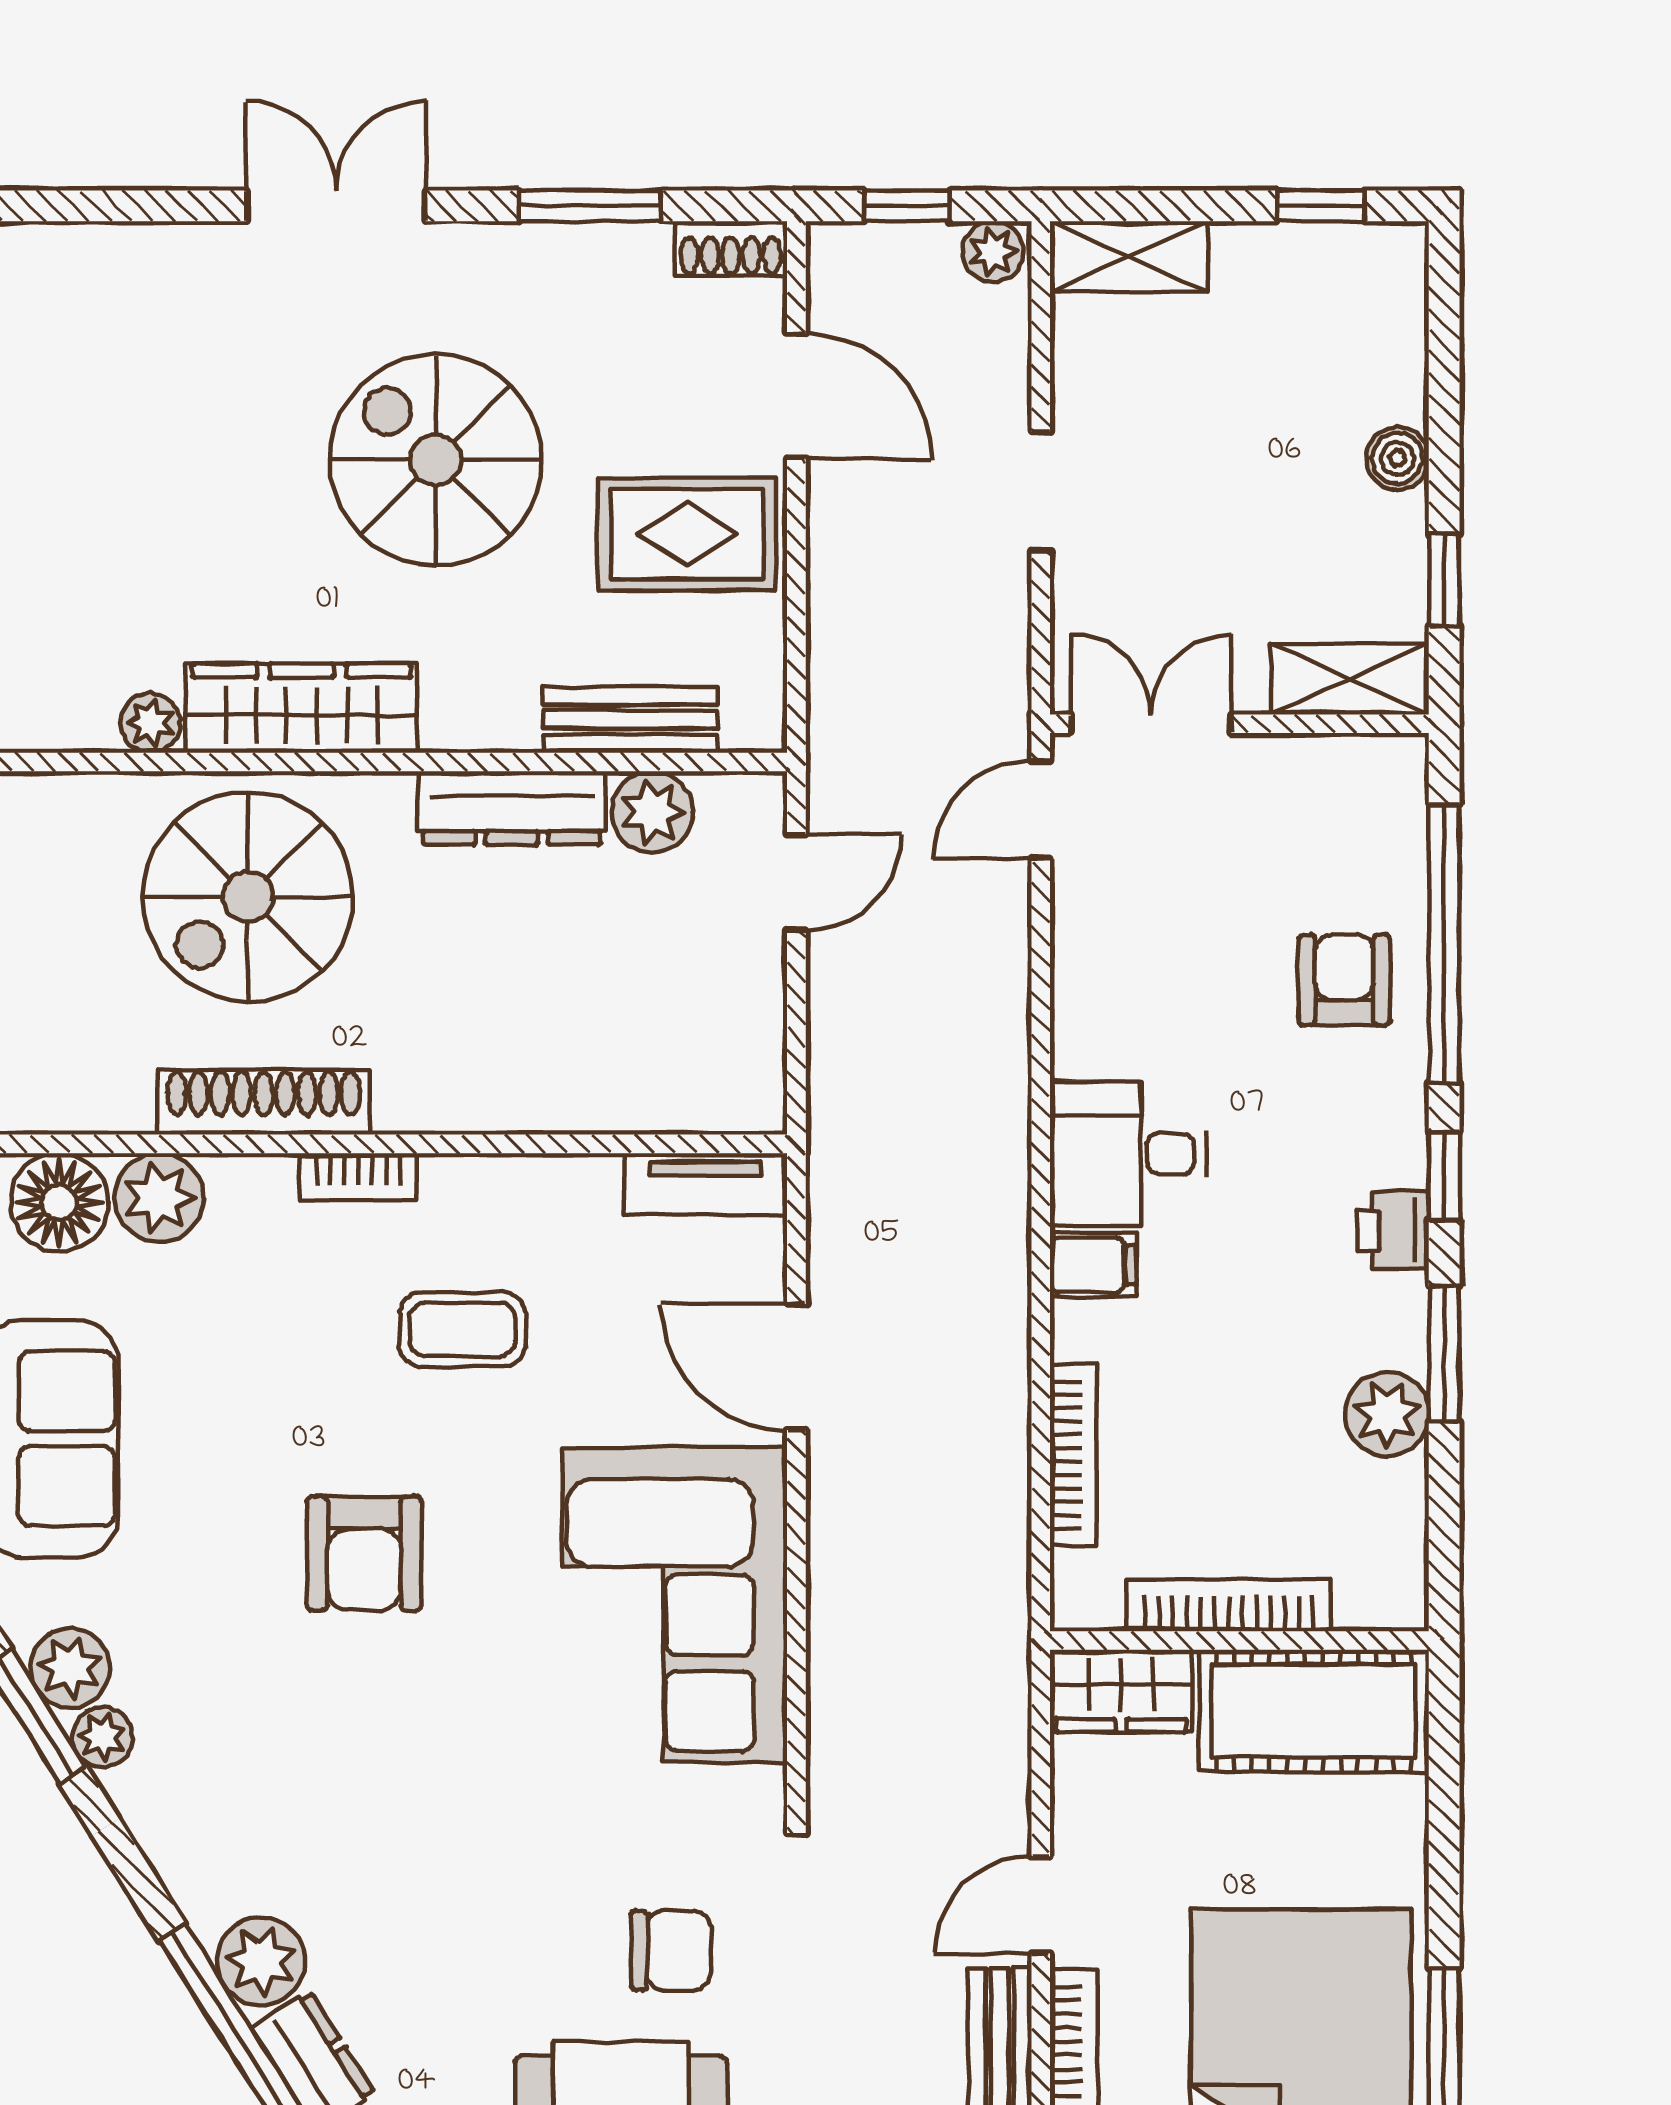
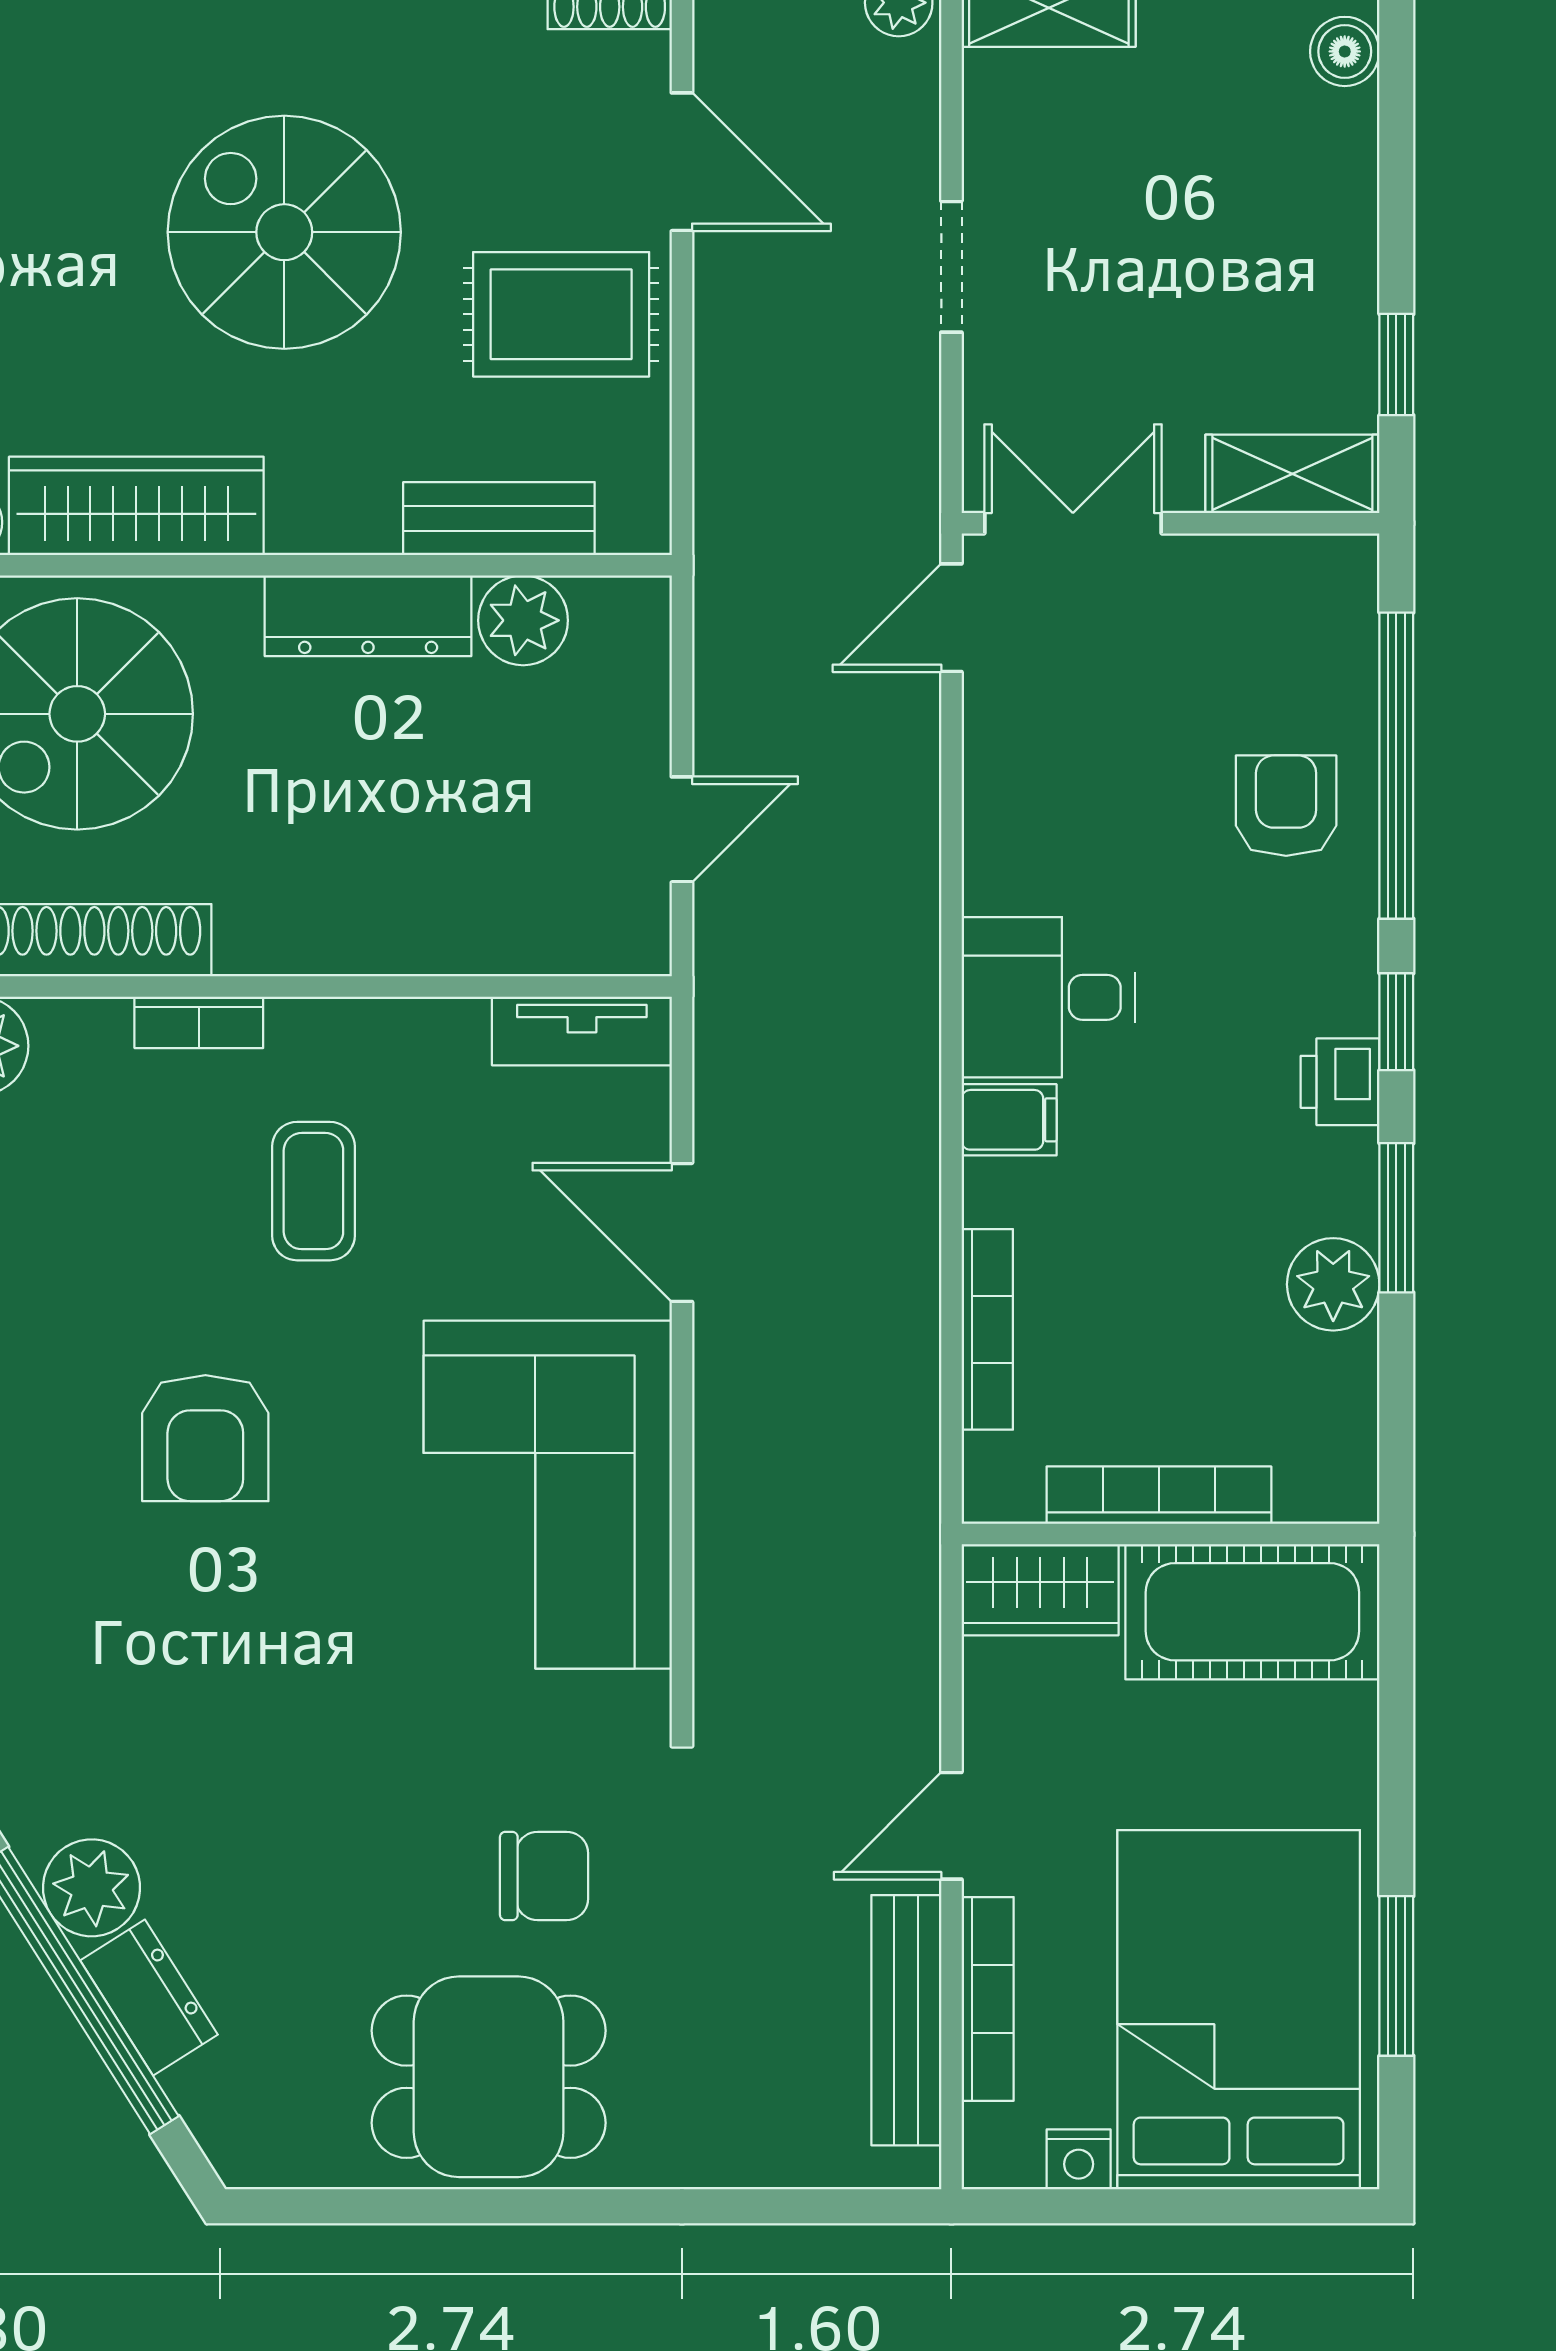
boiler: (1397, 458) -> (1345, 51), moved
door: (796, 882) -> (682, 829), moved
coffee table: (462, 1329) -> (313, 1191), turned 90

